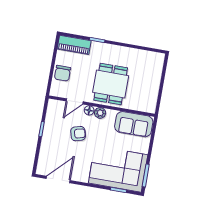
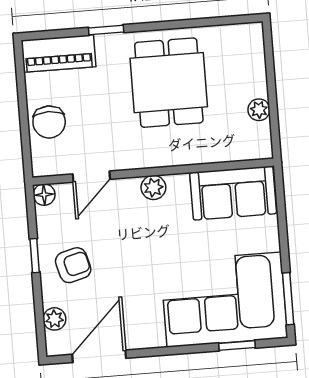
dining table: (111, 84) -> (169, 83), moved
plant: (154, 91) -> (259, 110), added
floor lamp: (89, 110) -> (44, 195), moved
armchair: (78, 134) -> (73, 265), moved
plant: (43, 159) -> (54, 319), added

